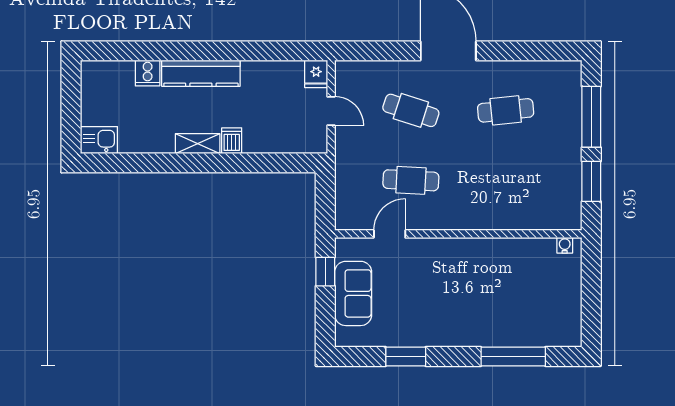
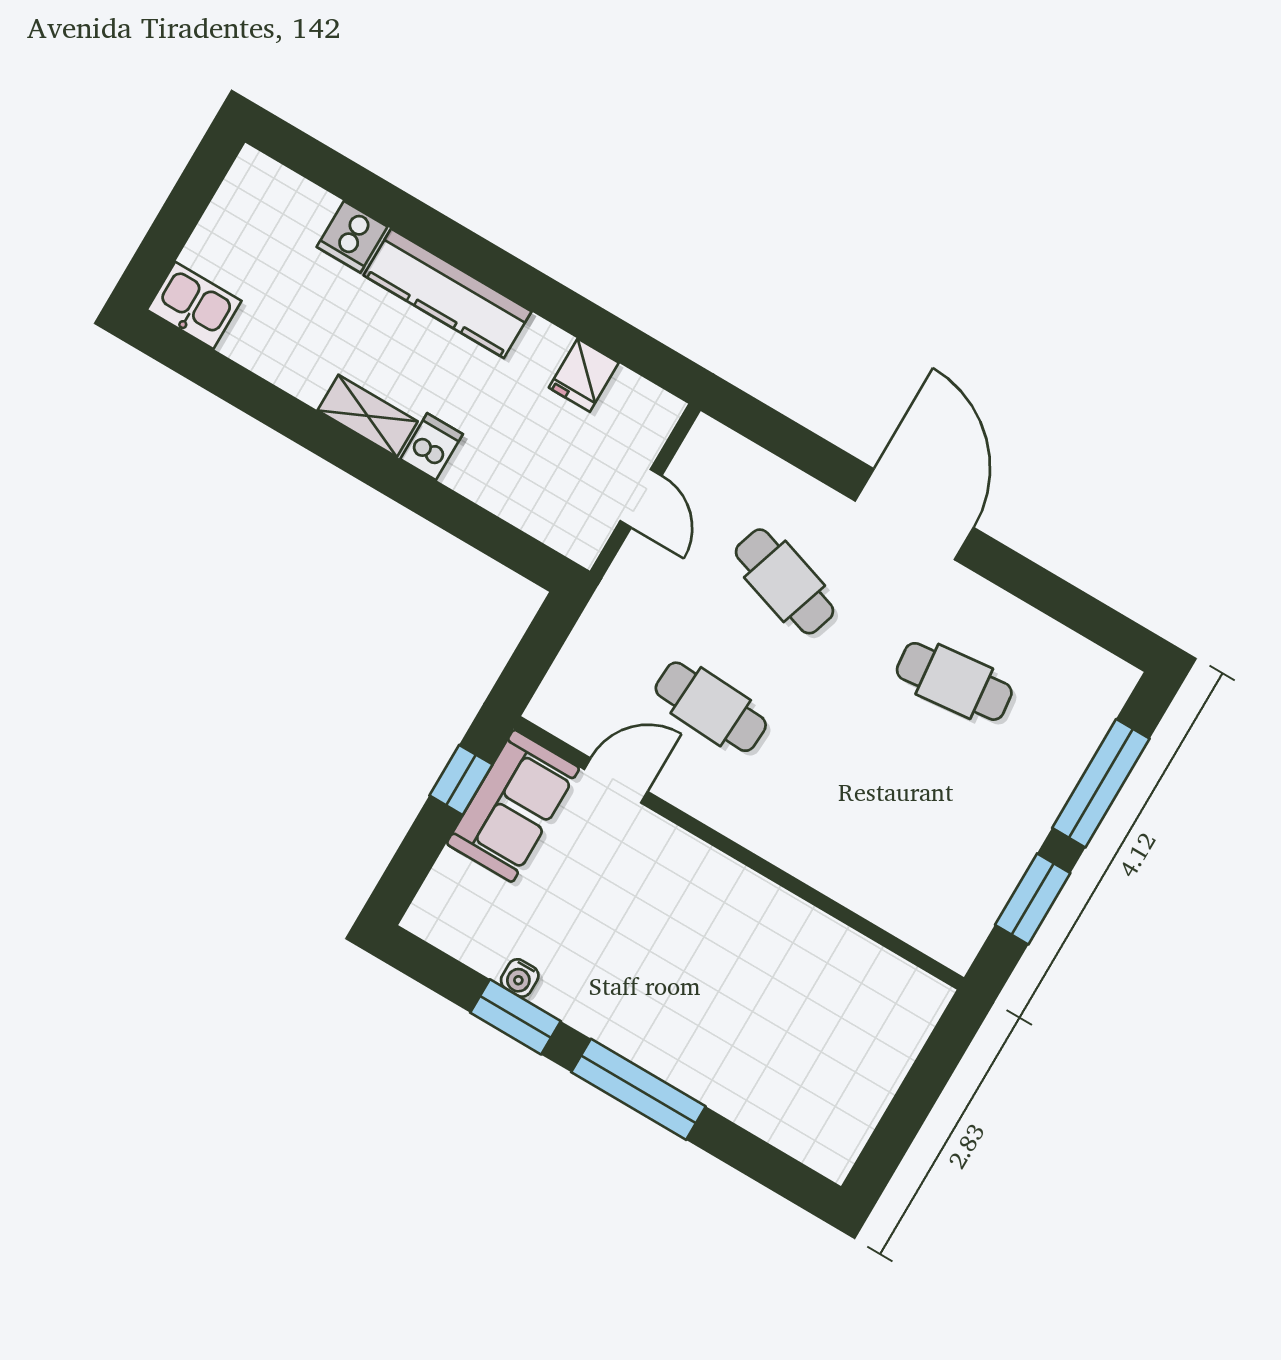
fridge: (316, 74) -> (584, 375), moved
water cooler: (565, 245) -> (520, 978), moved, turned 180
sofa: (353, 293) -> (513, 806), moved
window: (513, 356) -> (638, 1089), moved

